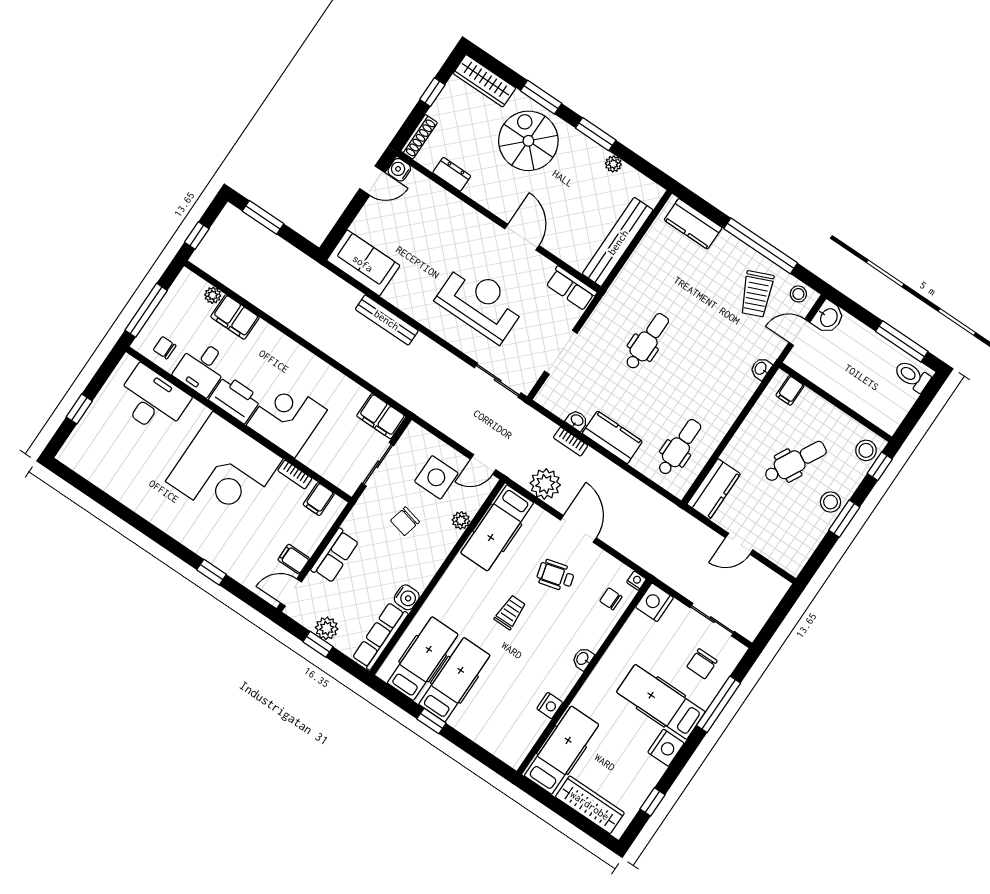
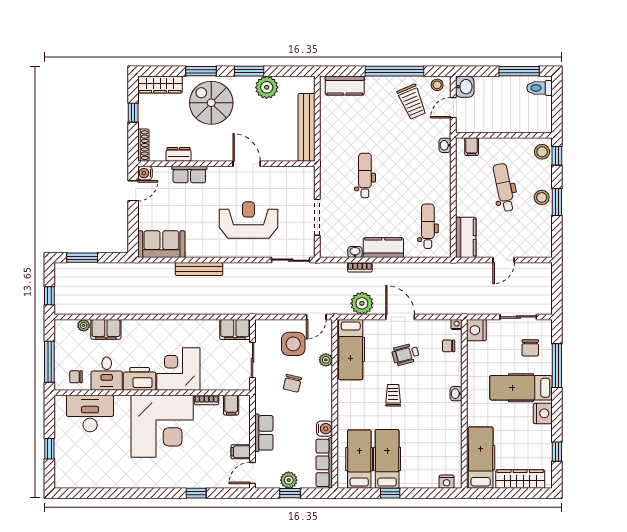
plant: (613, 164) -> (267, 87), width x1.88, depth x1.88
row of seats: (571, 288) -> (189, 174), moved
dental chair: (795, 462) -> (504, 187), turned -40
nightstand: (550, 706) -> (447, 482), moved, turned 90

